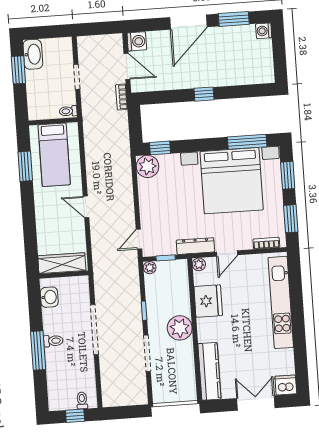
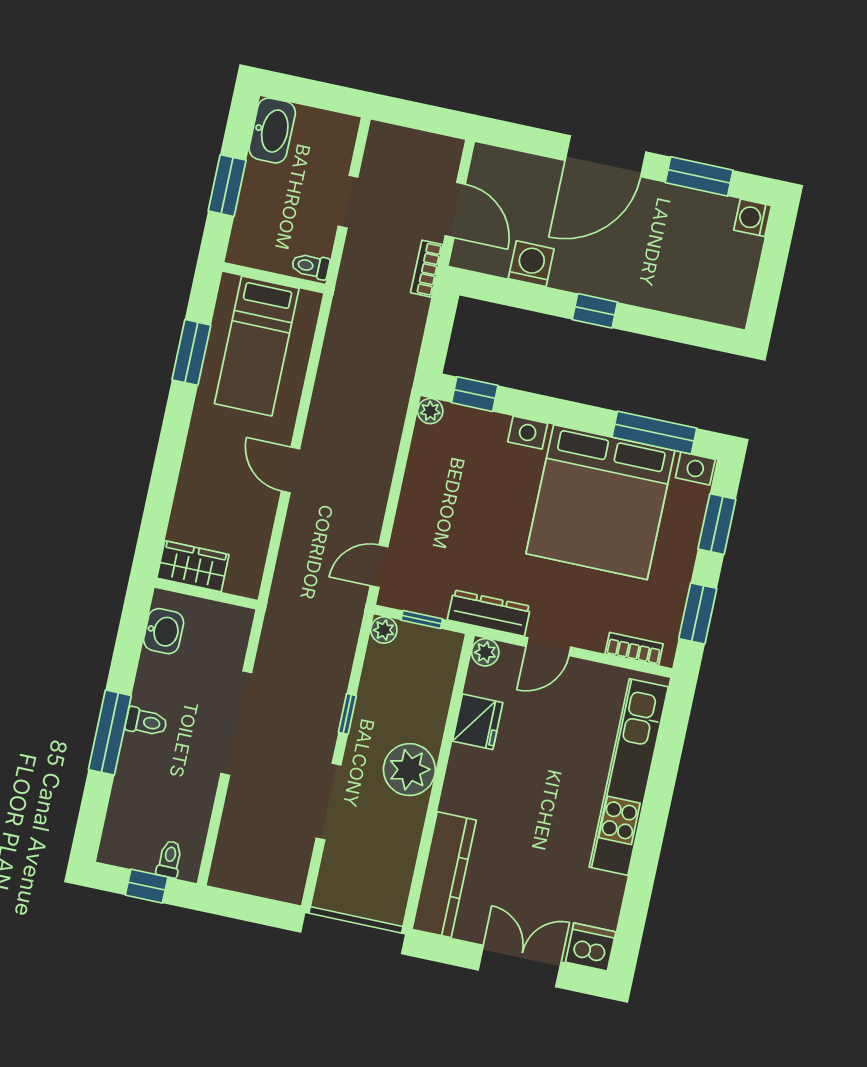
washing machine: (137, 41) -> (531, 264), moved, turned -90
window: (18, 70) -> (227, 186), moved
plant: (148, 166) -> (430, 411), width x0.53, depth x0.53
wardrobe: (62, 263) -> (193, 566), width x0.67
fridge: (208, 301) -> (478, 722), width x0.73, depth x0.75

